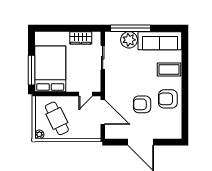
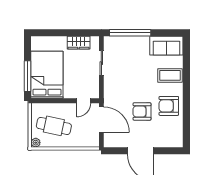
plant: (129, 40) -> (129, 45), removed
sofa: (160, 41) -> (166, 46), width x0.73
cafe table: (57, 118) -> (54, 126), turned -52

